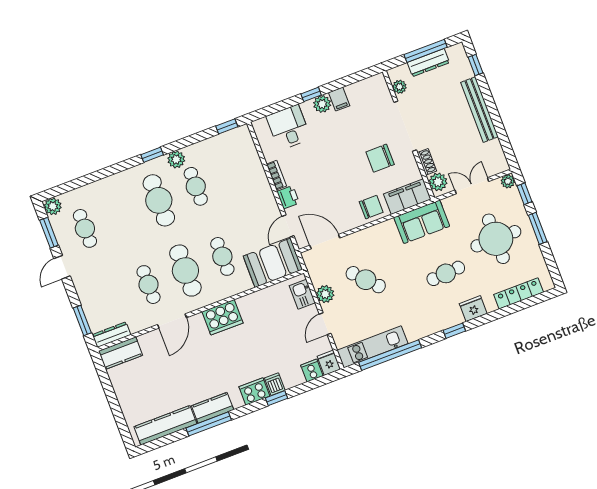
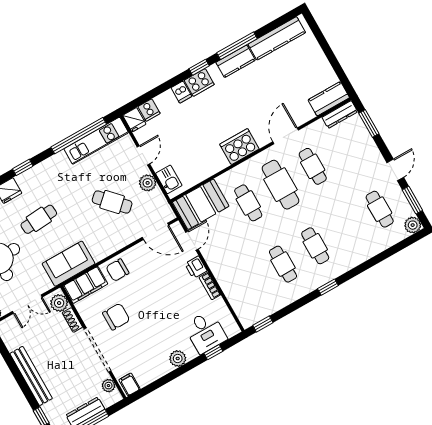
window: (311, 94) -> (213, 352), moved
filing cabinet: (339, 99) -> (129, 384), moved
plant: (176, 159) -> (305, 286), removed
cafe table: (159, 200) -> (315, 246), width x0.73, depth x0.74
window: (276, 398) -> (199, 67), moved

